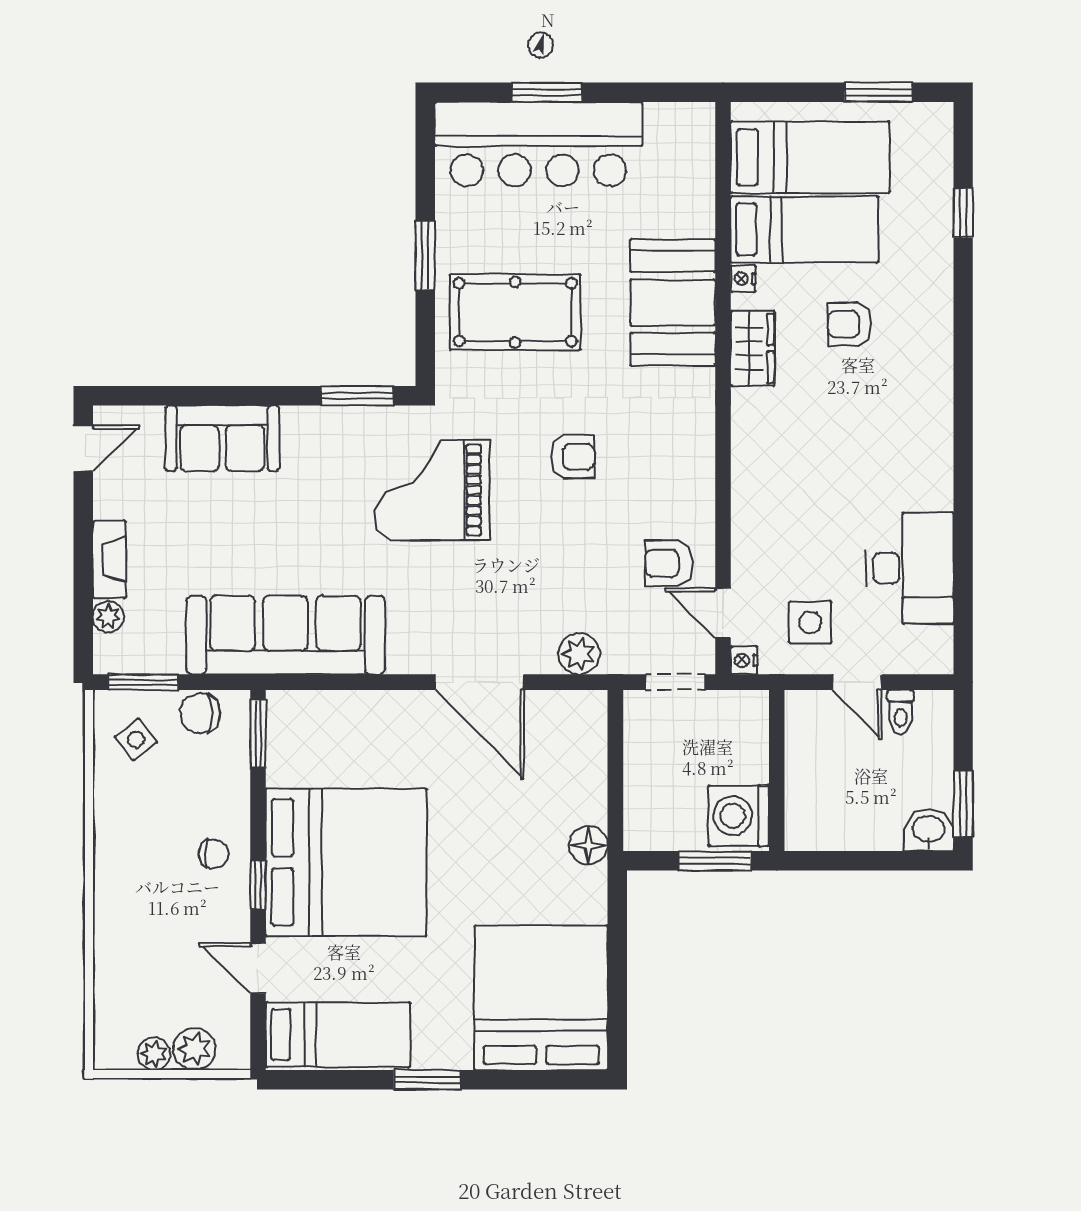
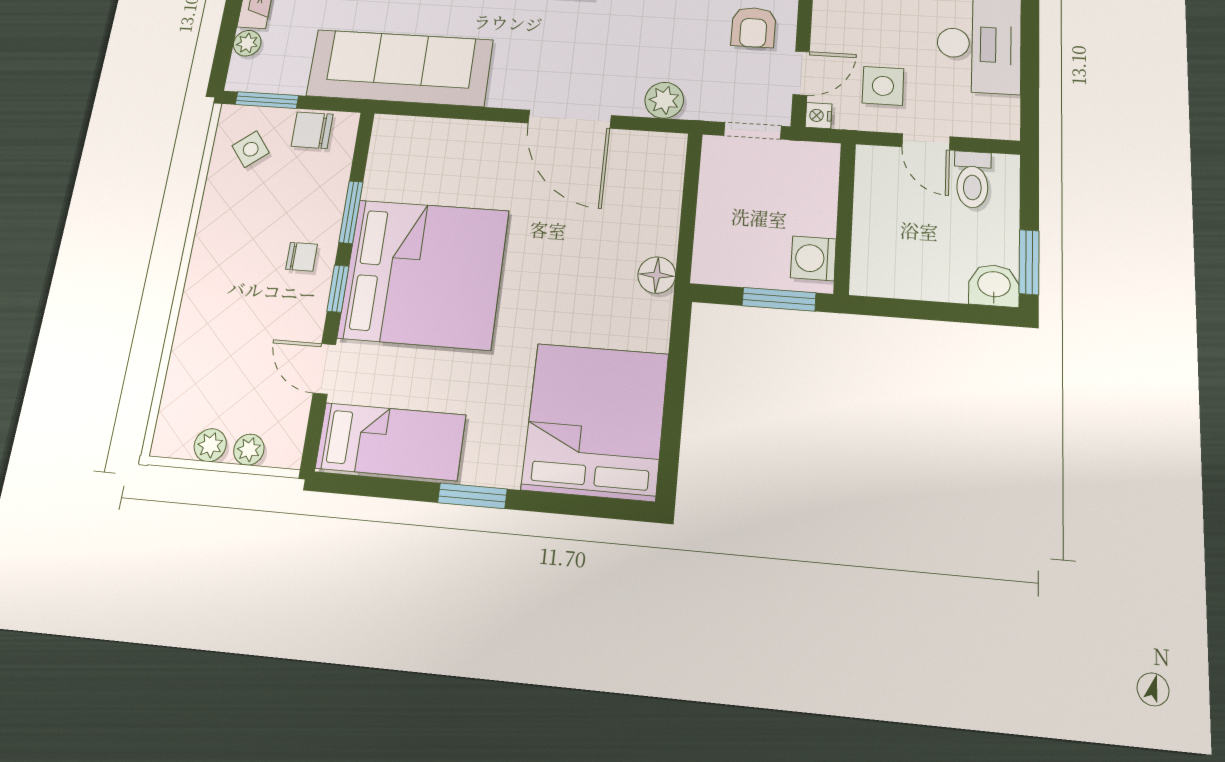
armchair: (668, 563) -> (753, 27), turned -90
door: (723, 613) -> (801, 73), swing flipped
toilet: (901, 712) -> (972, 180), width x1.37, depth x1.39
window: (258, 734) -> (351, 212), moved
washing machine: (739, 816) -> (813, 258), width x0.73, depth x0.73
plant: (195, 1049) -> (249, 450), width x0.73, depth x0.73

